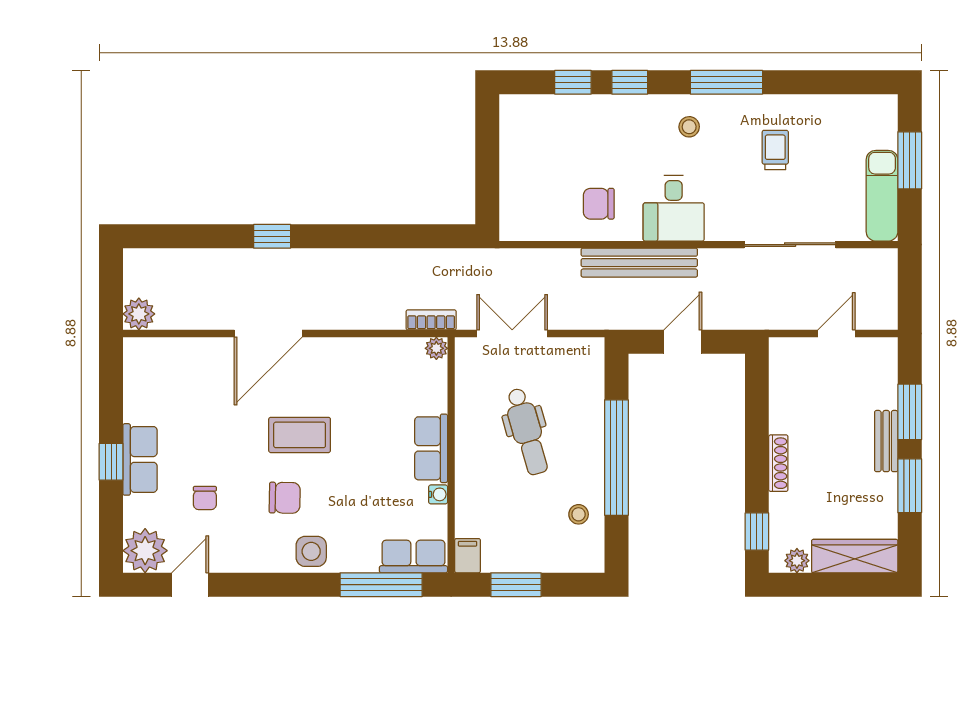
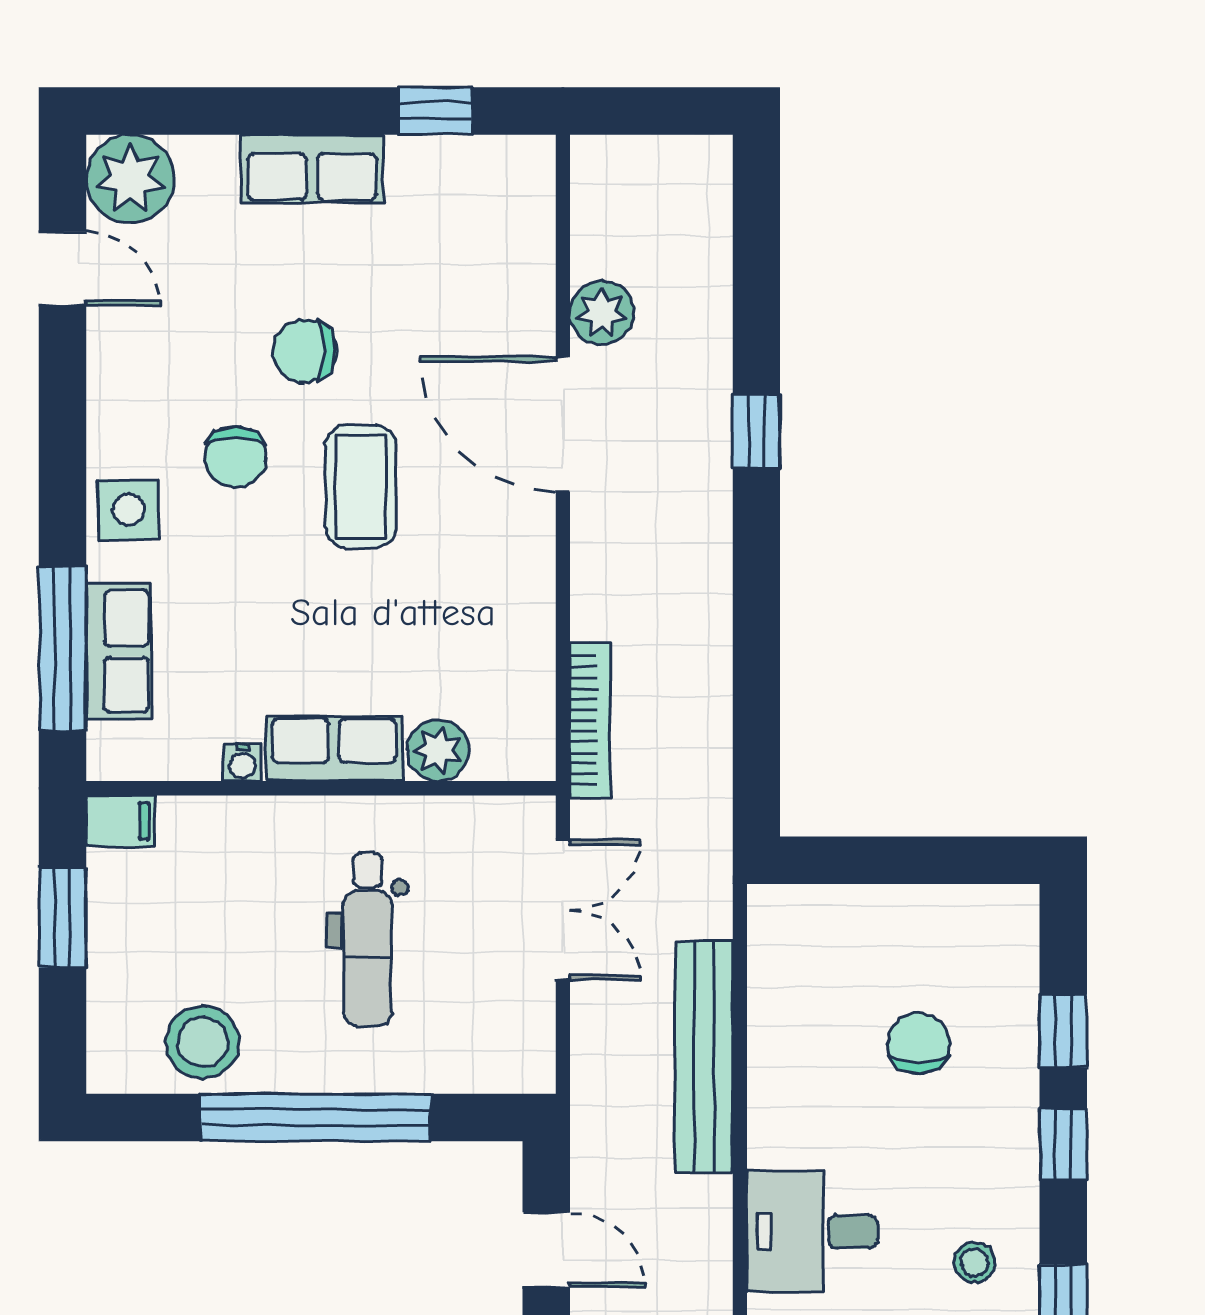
chair: (599, 204) -> (918, 1044), moved
bench: (639, 263) -> (704, 1057), moved
plant: (139, 314) -> (602, 313), moved
bookcase: (431, 320) -> (590, 720), width x1.56
plant: (436, 348) -> (438, 750), moved, width x1.38, depth x1.38
dental chair: (527, 431) -> (368, 939), turned -74
window: (111, 462) -> (435, 111), moved
chair: (205, 498) -> (305, 351), moved, width x1.37, depth x1.37
stool: (579, 514) -> (203, 1042), width x1.89, depth x1.89
row of seats: (413, 557) -> (119, 651), moved

